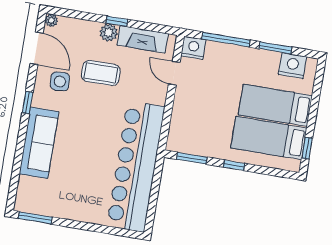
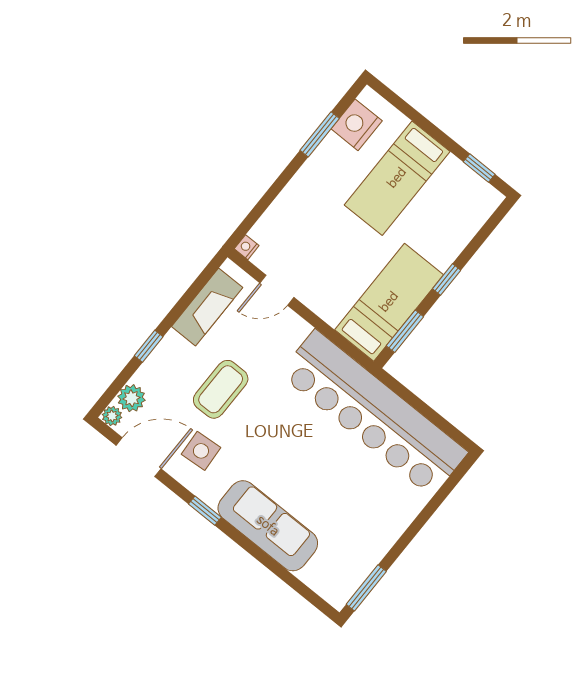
window: (117, 21) -> (149, 346), moved
plant: (109, 33) -> (131, 398), moved
window: (226, 40) -> (271, 195), removed
nightstand: (193, 48) -> (247, 247), width x0.53, depth x0.56
bed: (269, 138) -> (389, 302), moved, turned 180

